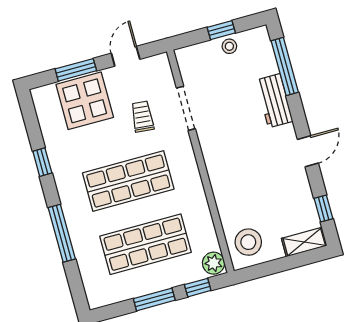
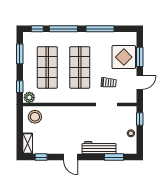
window: (221, 30) -> (140, 119), moved
door: (126, 56) -> (140, 82), hinge flipped
window: (285, 67) -> (114, 157), width x0.69
workbench: (274, 101) -> (99, 148), width x1.38
window: (42, 162) -> (100, 29), width x2.17
window: (76, 284) -> (37, 29), added
window: (154, 299) -> (20, 54), moved

